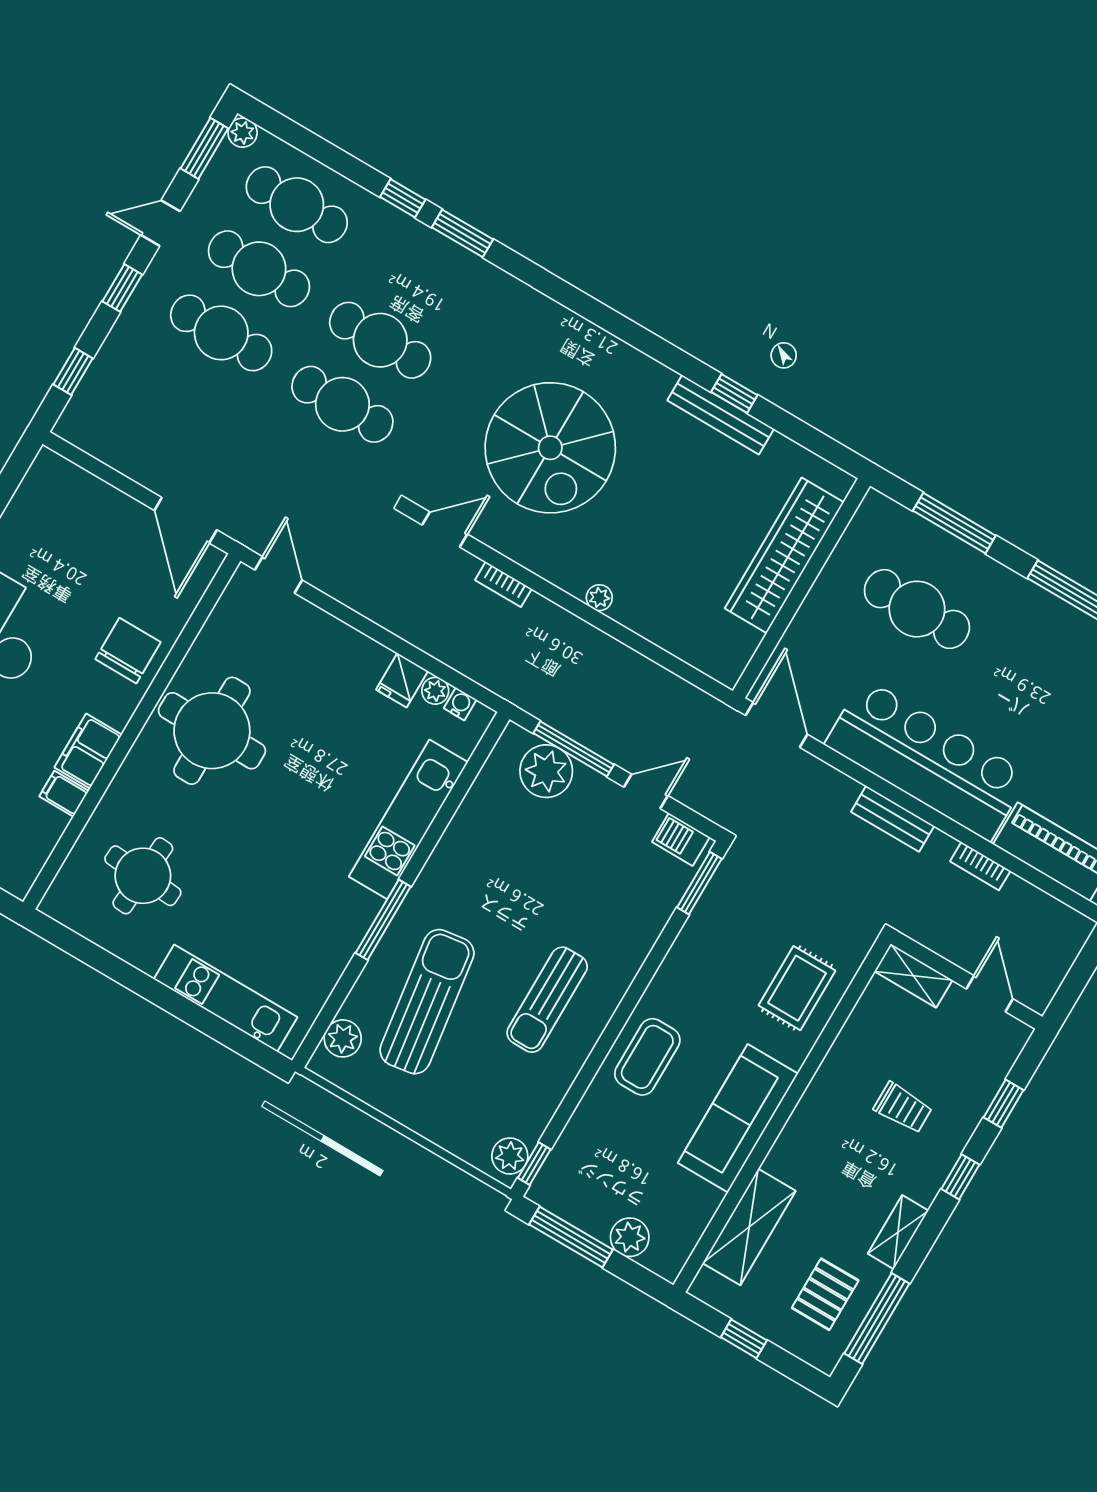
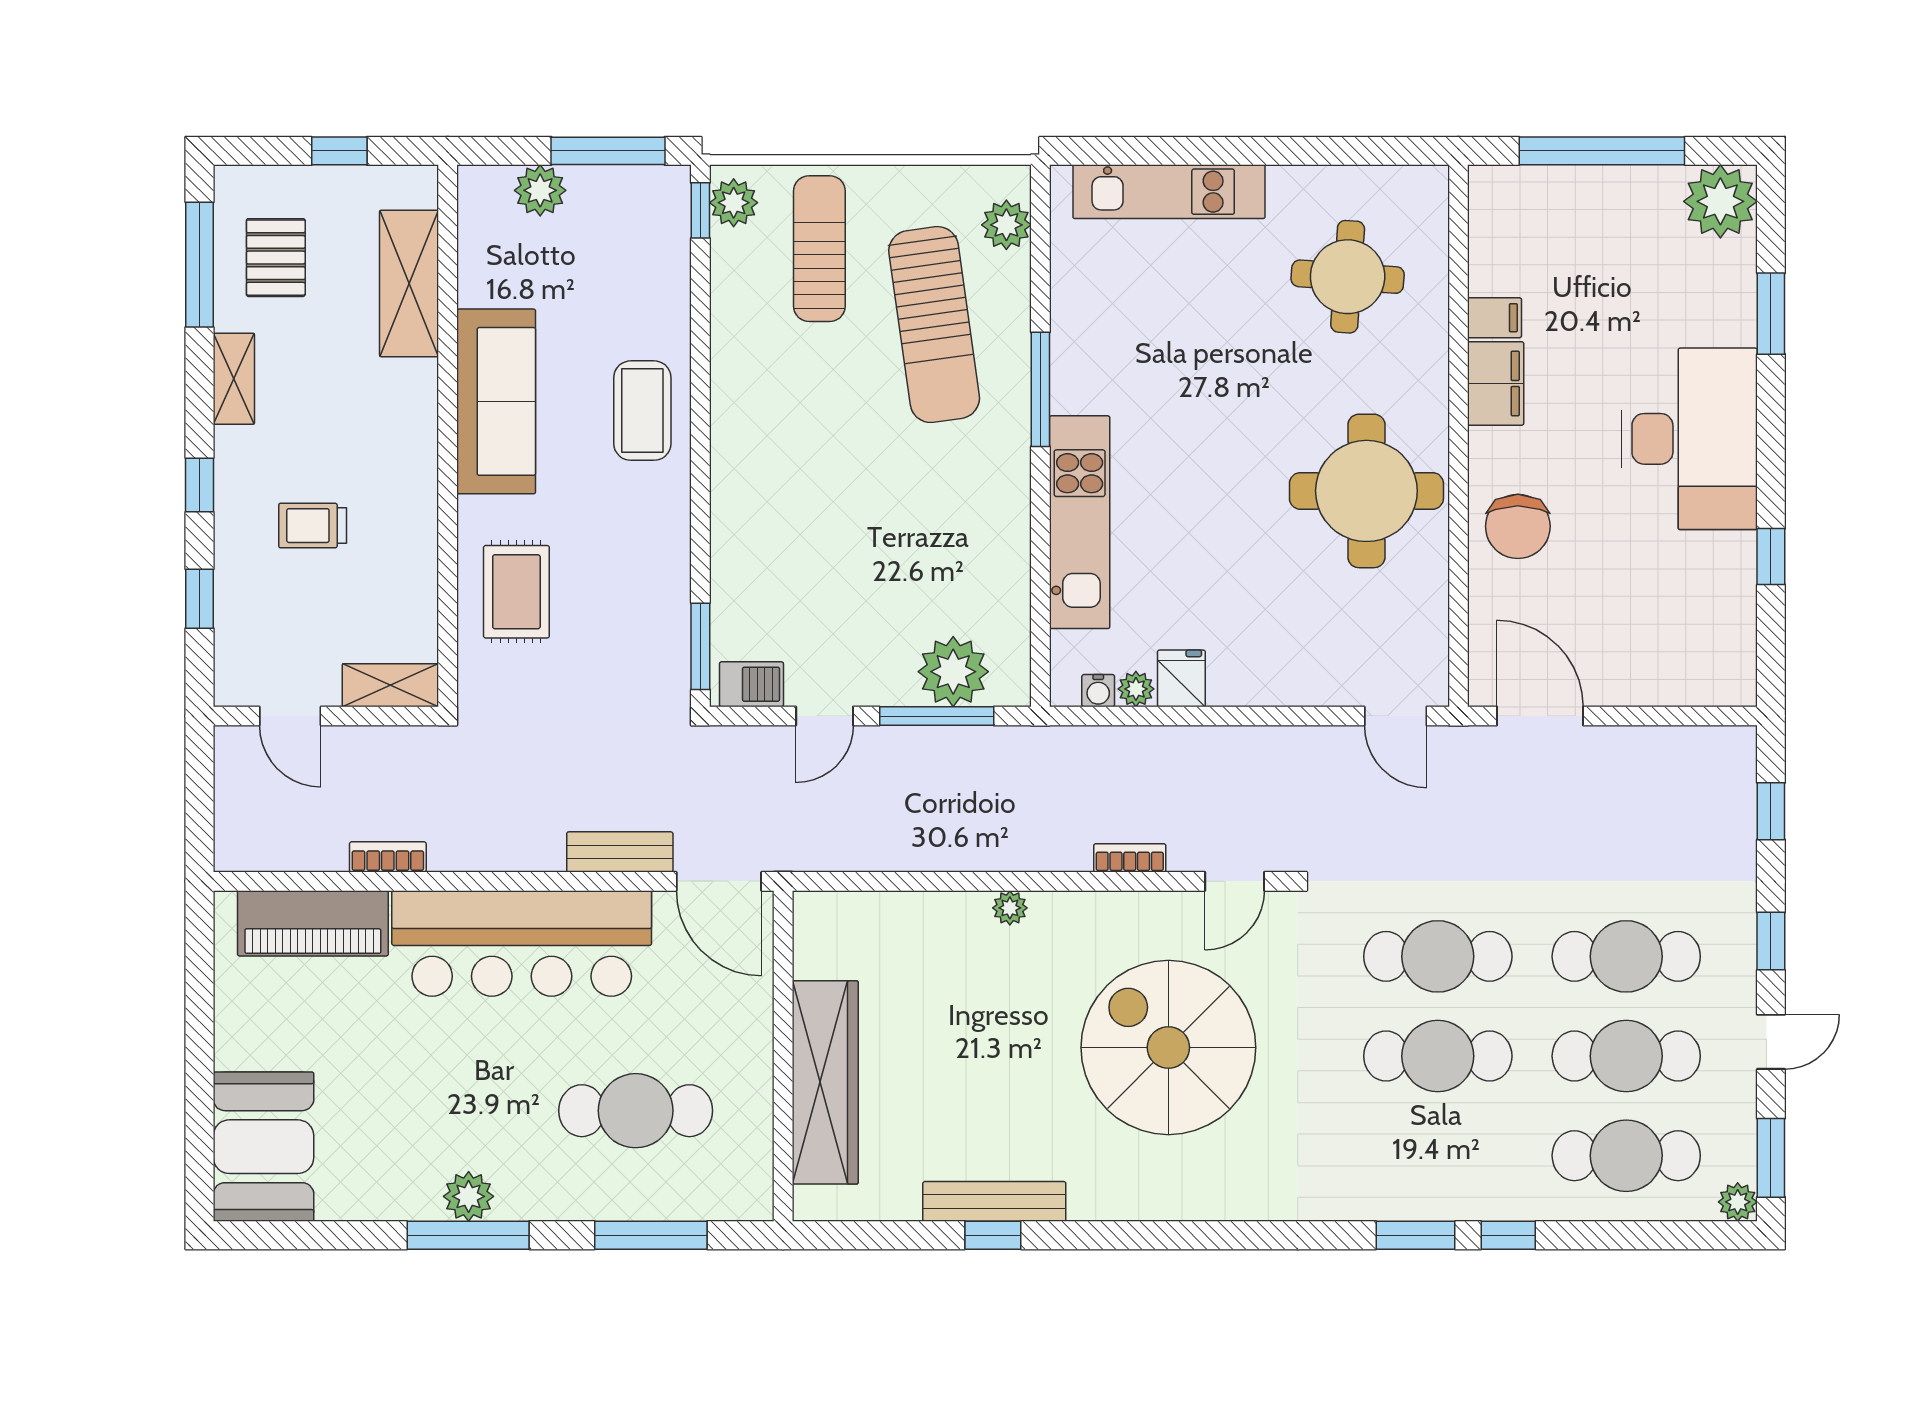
plant: (1057, 617) -> (469, 1196), added
bench: (893, 819) -> (620, 852), moved
sun lounger: (547, 1000) -> (819, 249), moved

